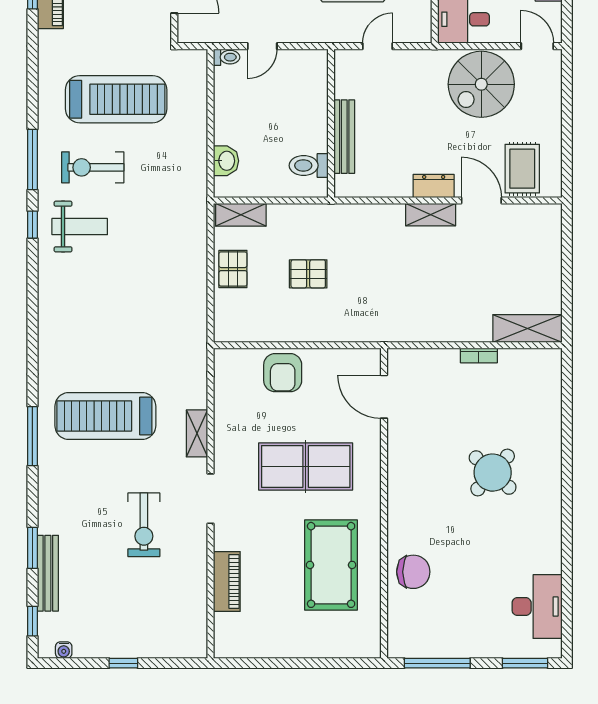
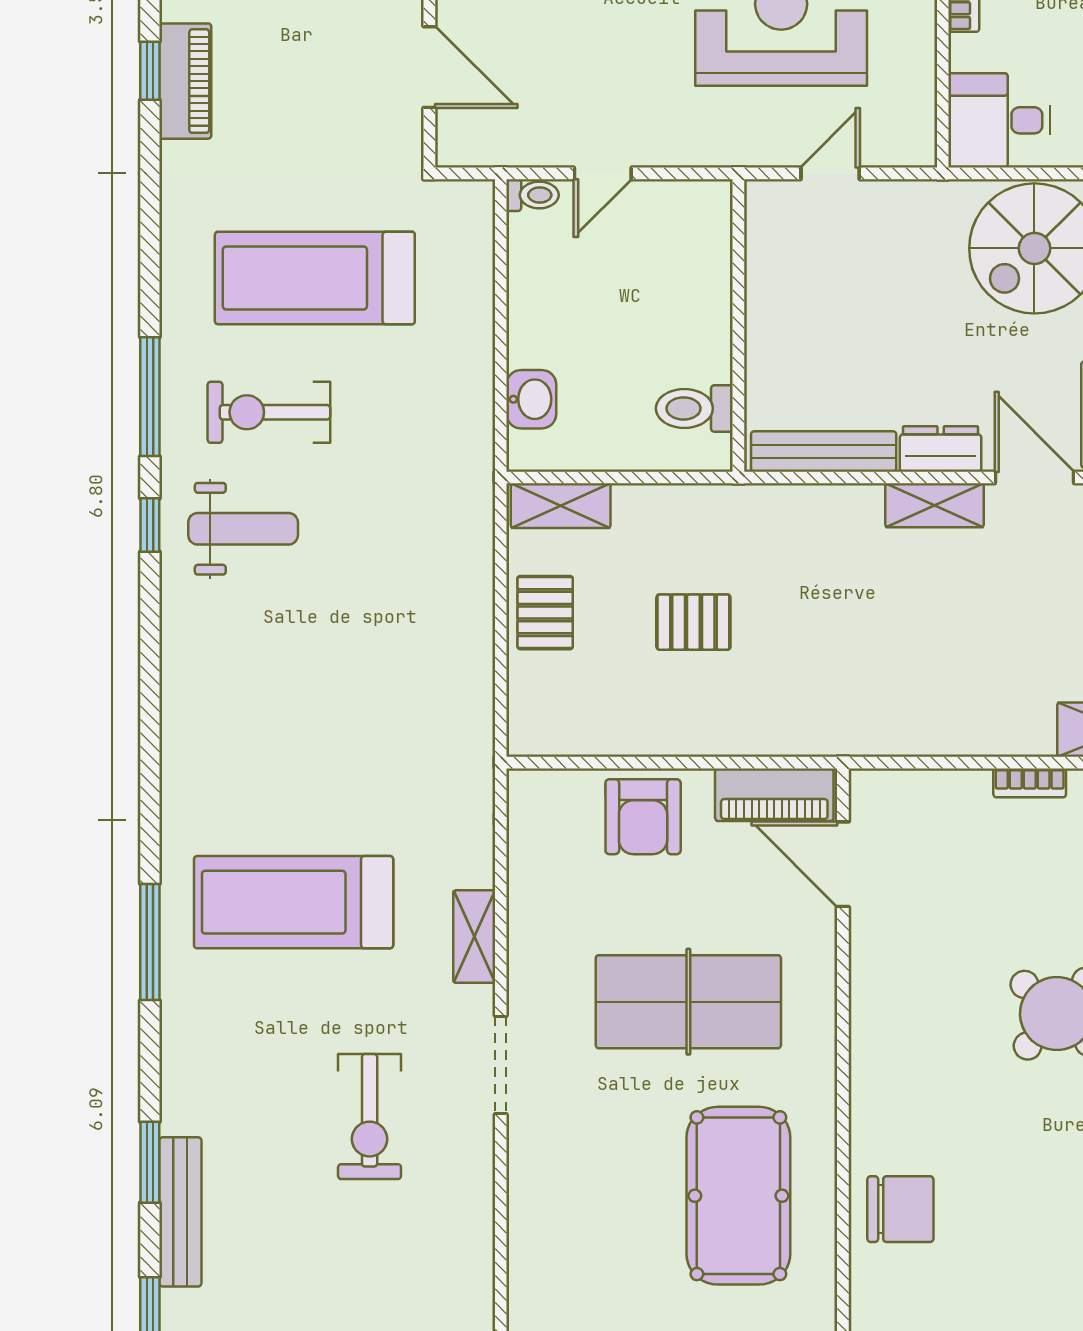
treadmill: (116, 99) -> (315, 278), turned 180
bench: (344, 137) -> (824, 451), moved, turned 90
piano: (227, 582) -> (774, 795), moved, turned 90

